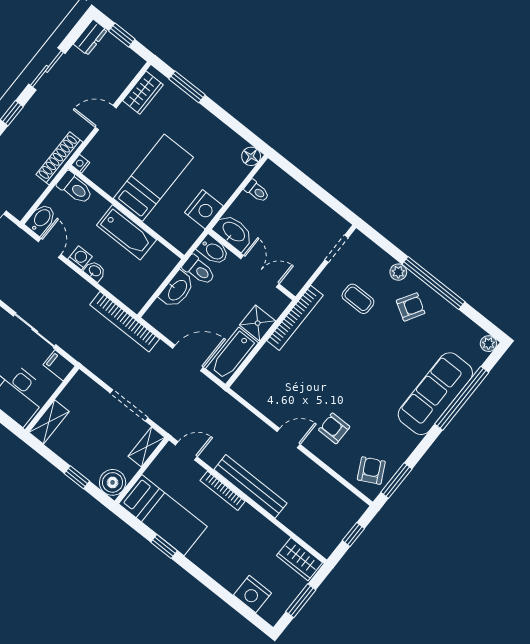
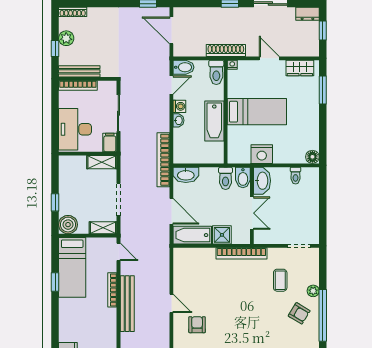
washbasin: (177, 290) -> (186, 175), moved
shelving: (49, 422) -> (102, 162), moved

